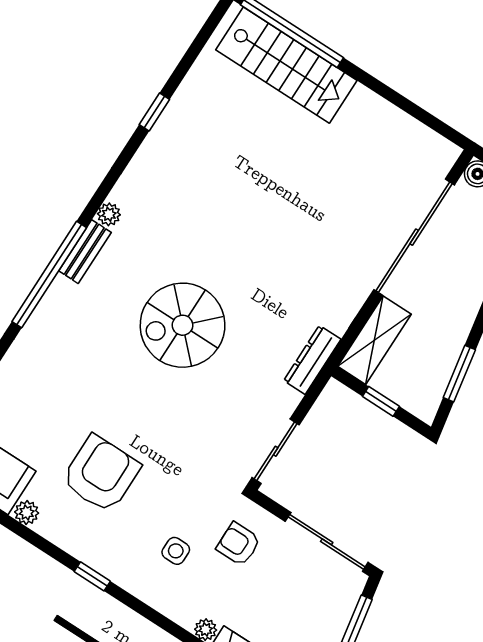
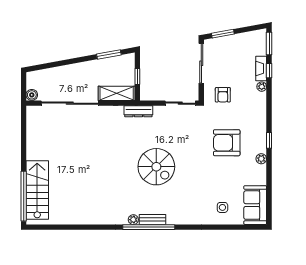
window: (154, 112) -> (85, 227), removed
window: (49, 275) -> (149, 227), moved
armchair: (101, 474) -> (227, 143), moved
plant: (27, 513) -> (261, 159), moved
side table: (176, 551) -> (222, 207), moved

